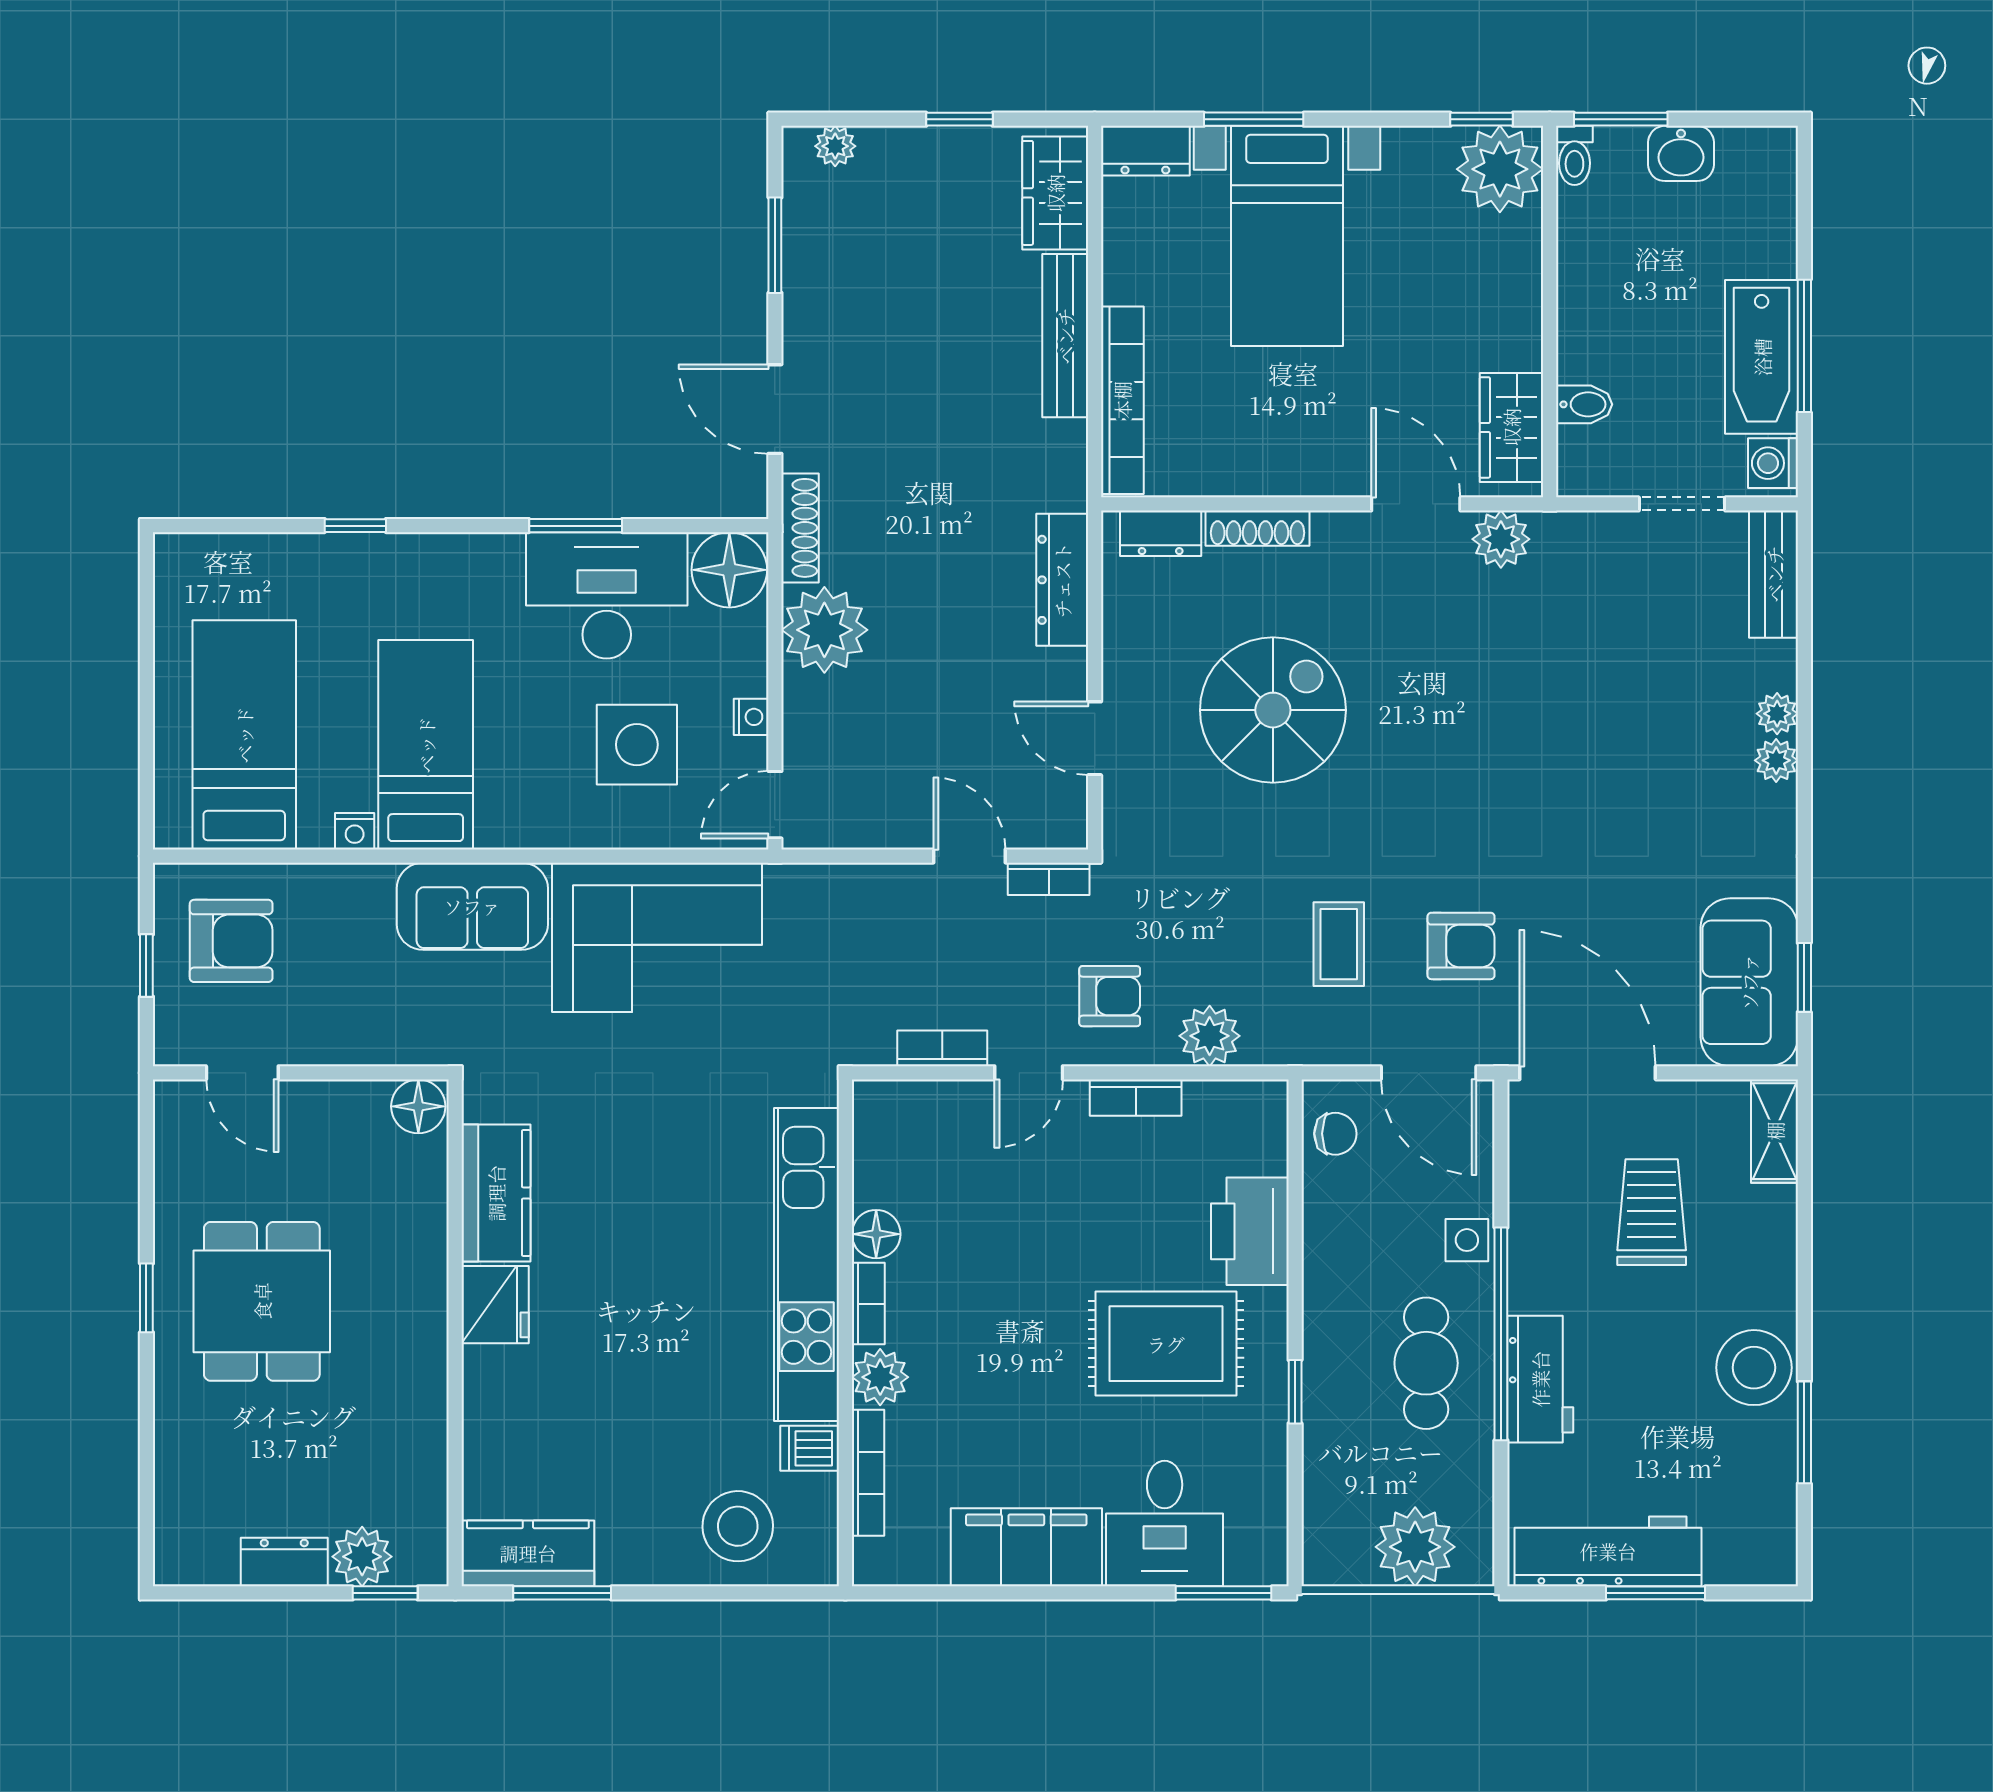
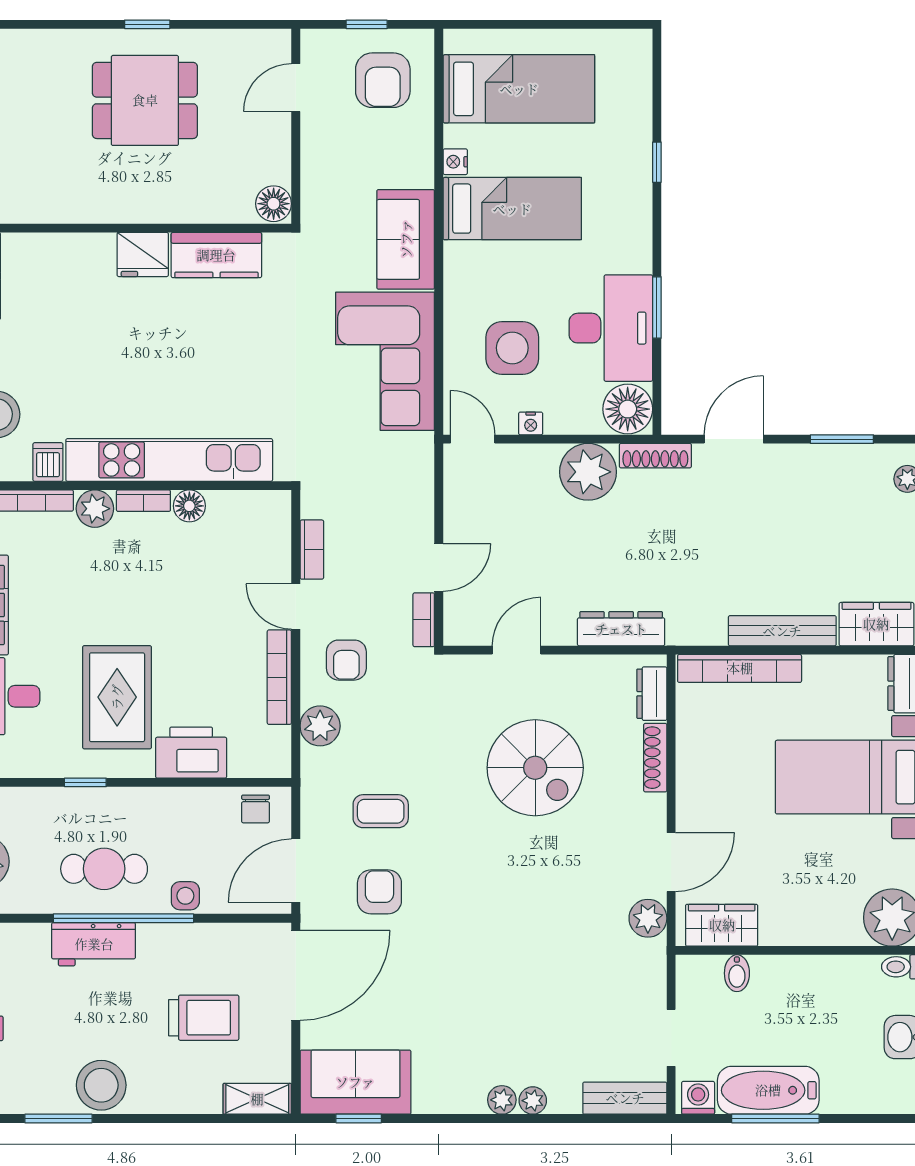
armchair: (1461, 946) -> (379, 892), turned 180
bookcase: (1136, 1098) -> (279, 677), width x1.56

